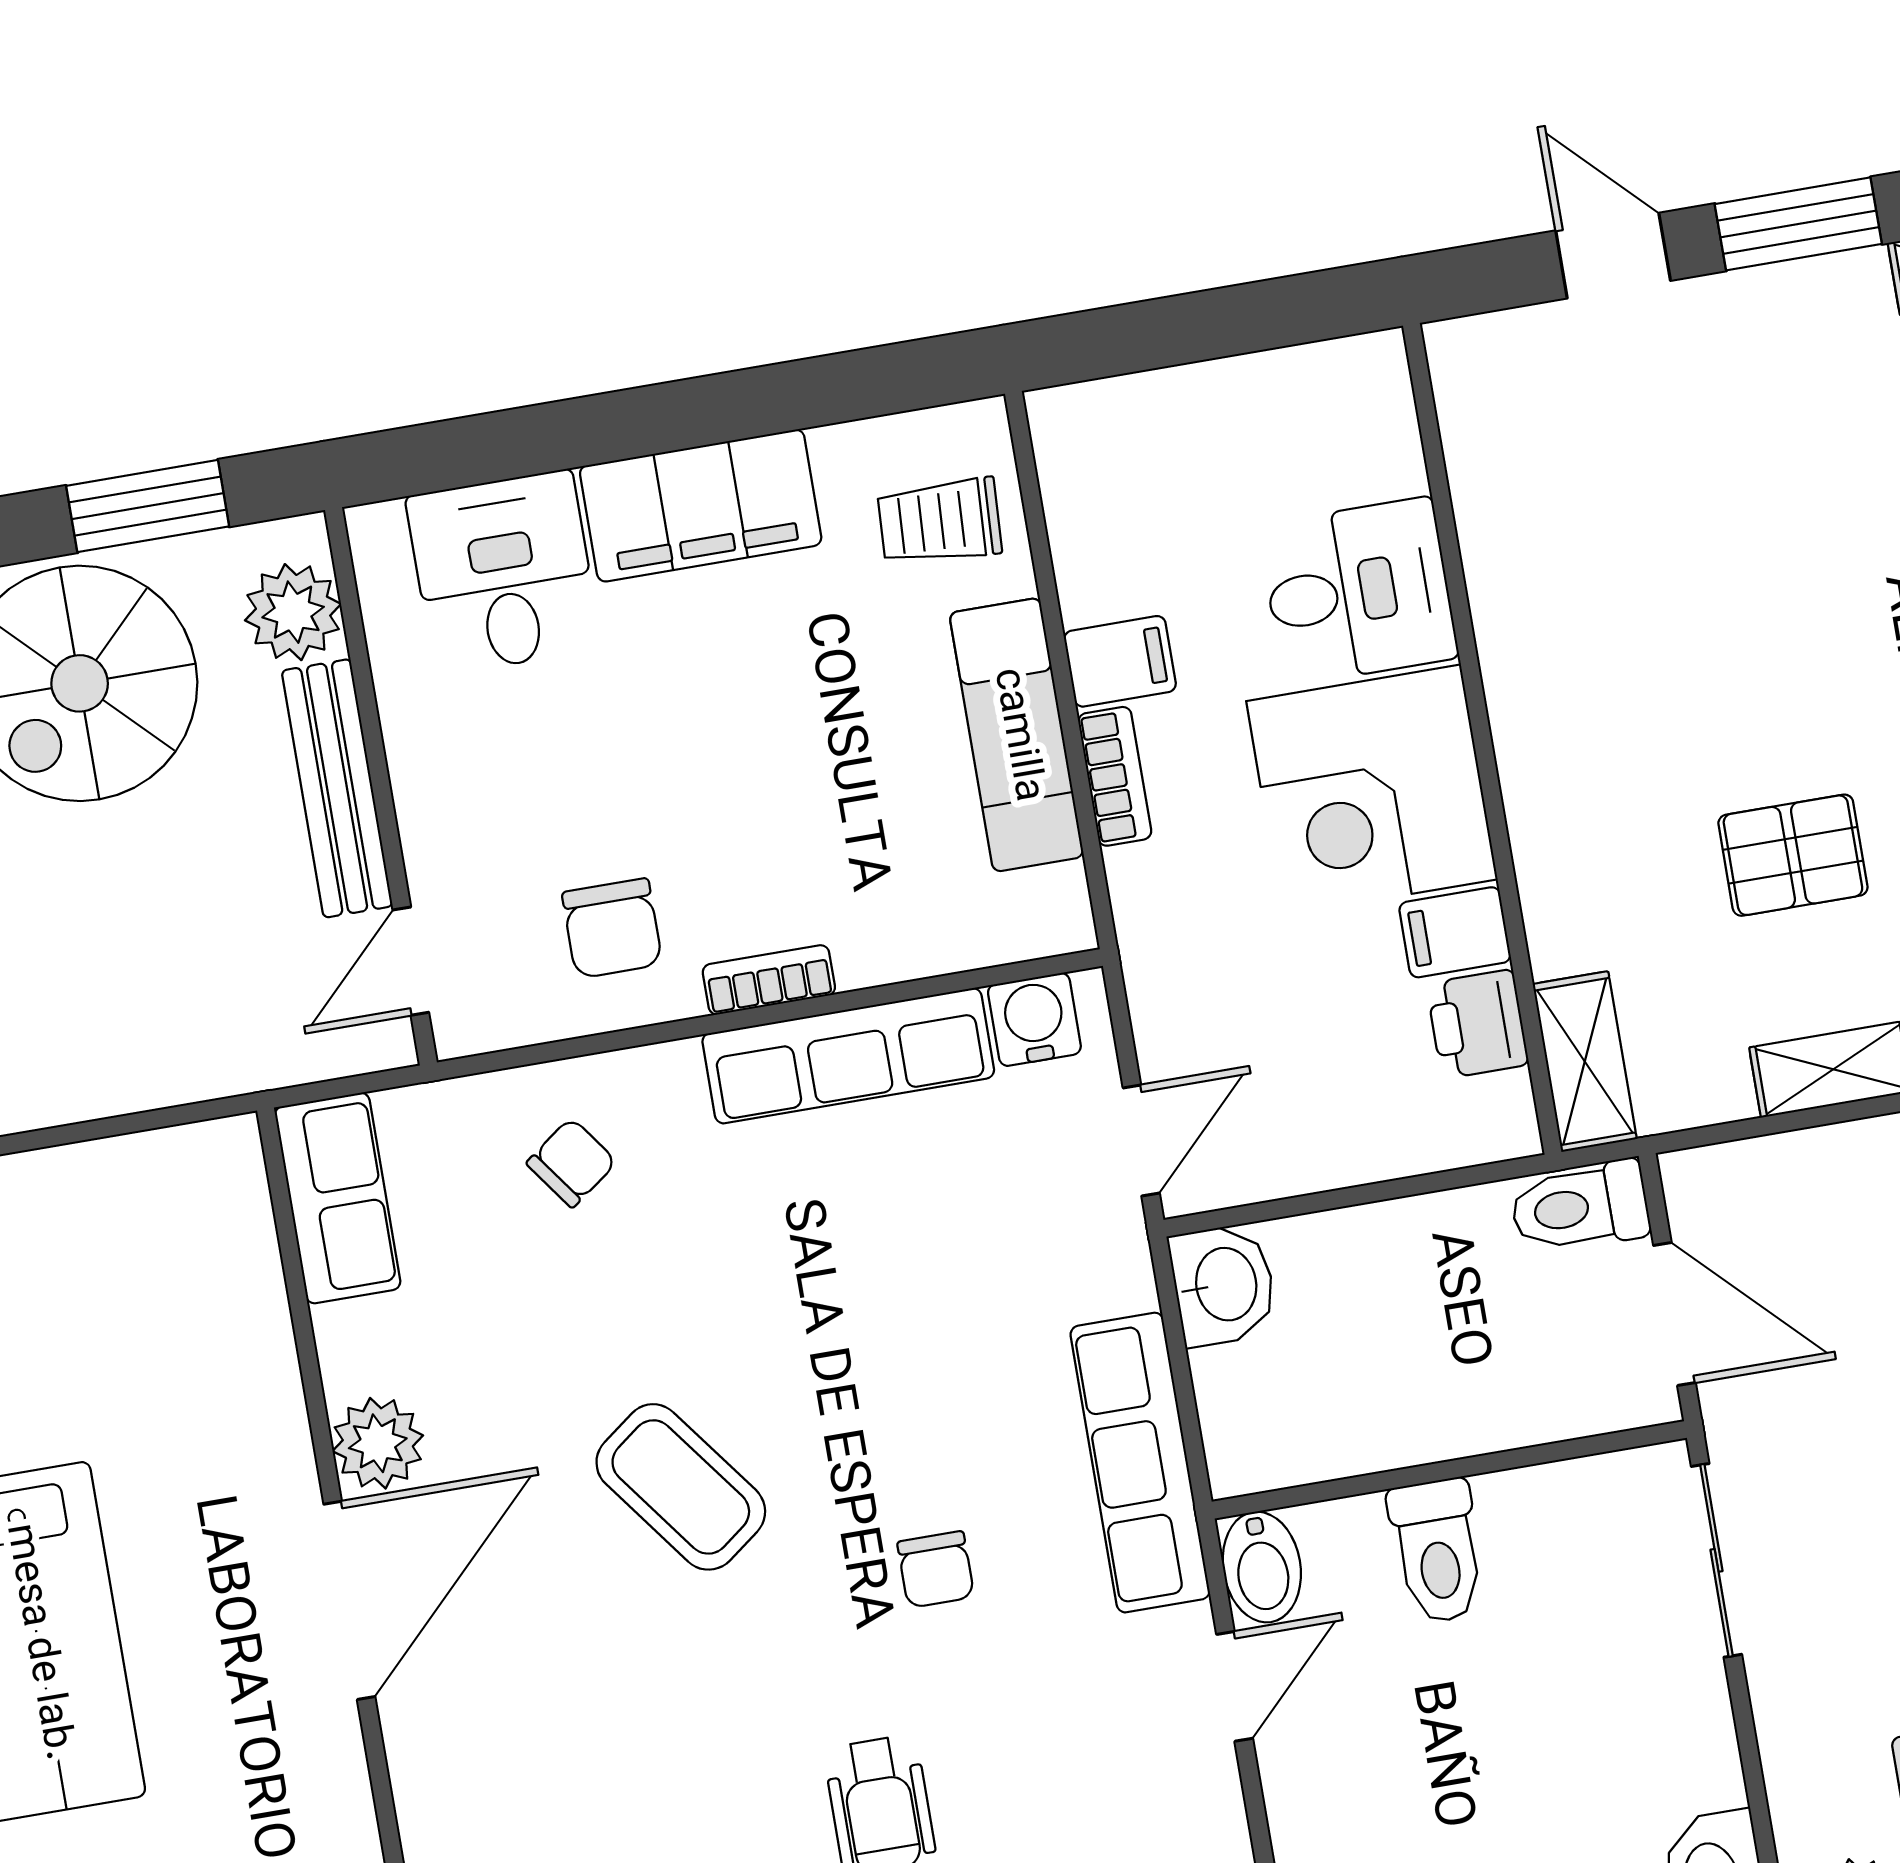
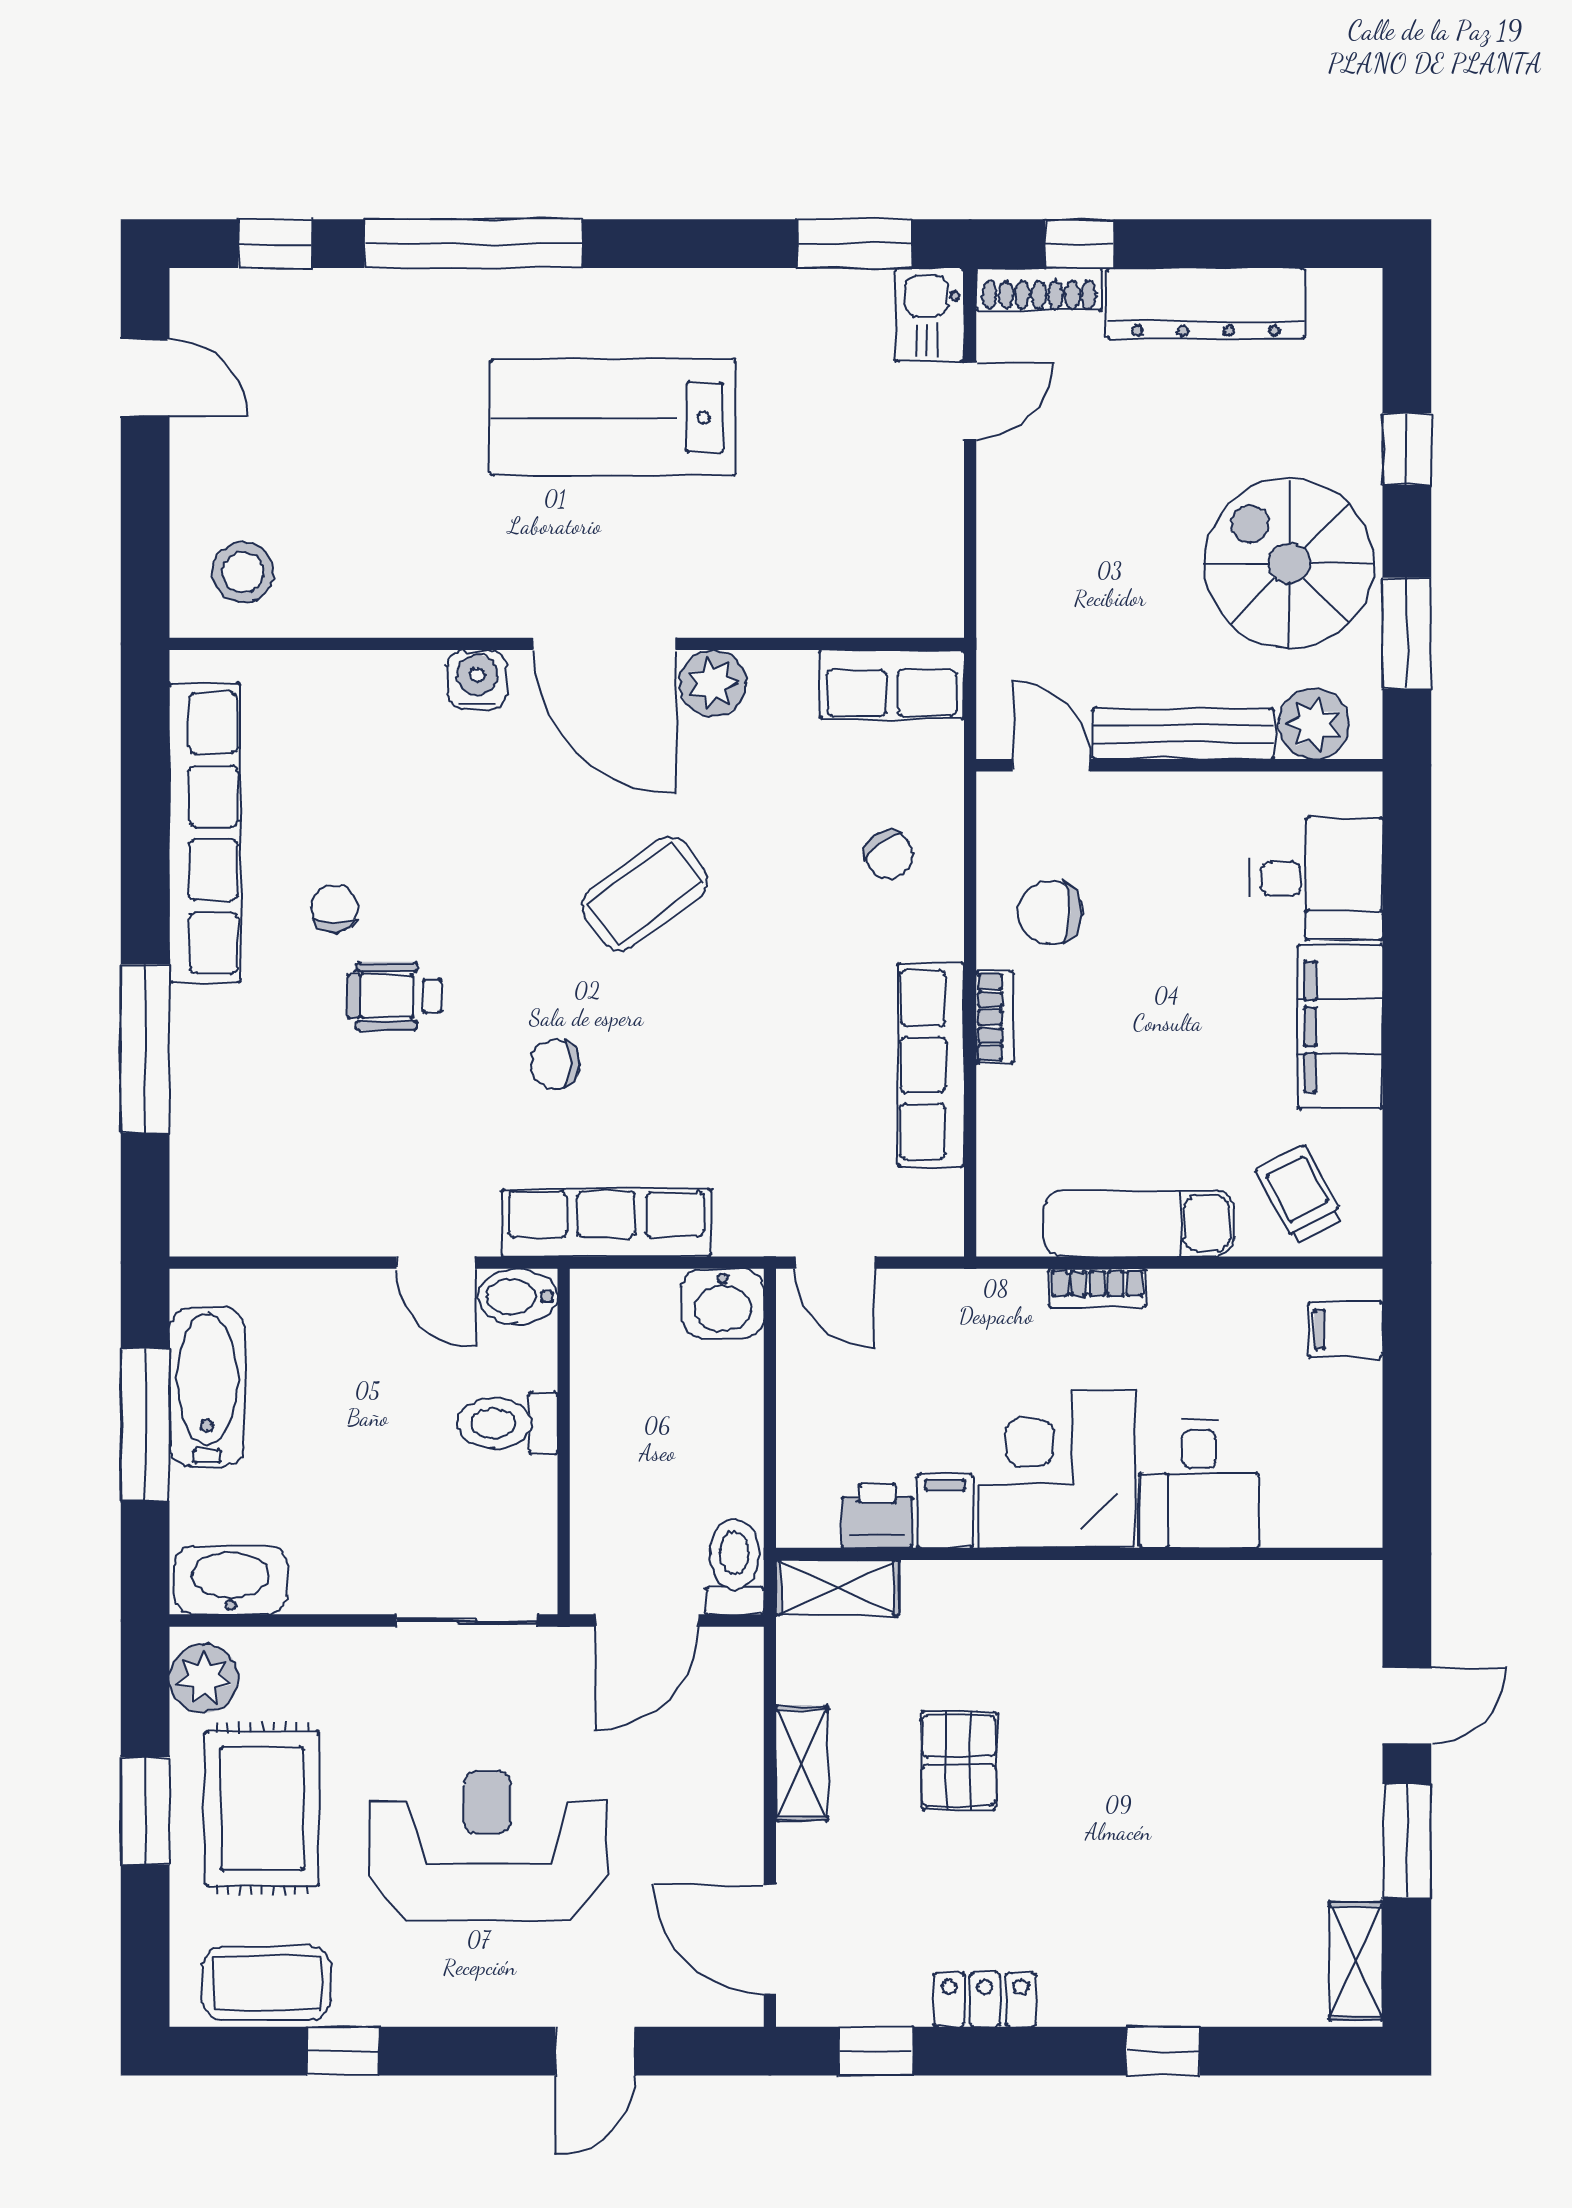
trolley: (940, 521) -> (1300, 1195), turned -31
filing cabinet: (1120, 661) -> (1346, 1330), moved, turned 90
water cooler: (1034, 1019) -> (477, 680), moved, turned -90

